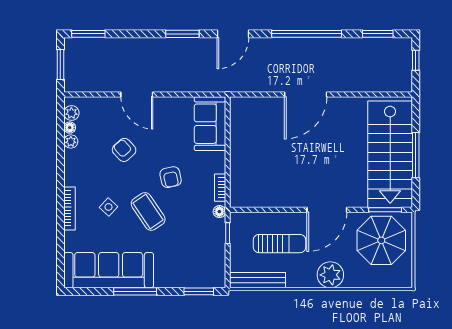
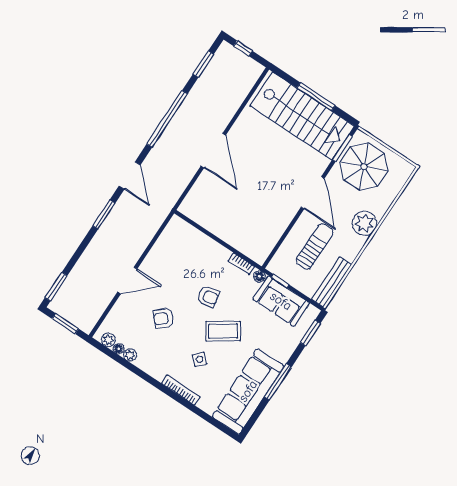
sofa: (210, 124) -> (281, 301), moved

